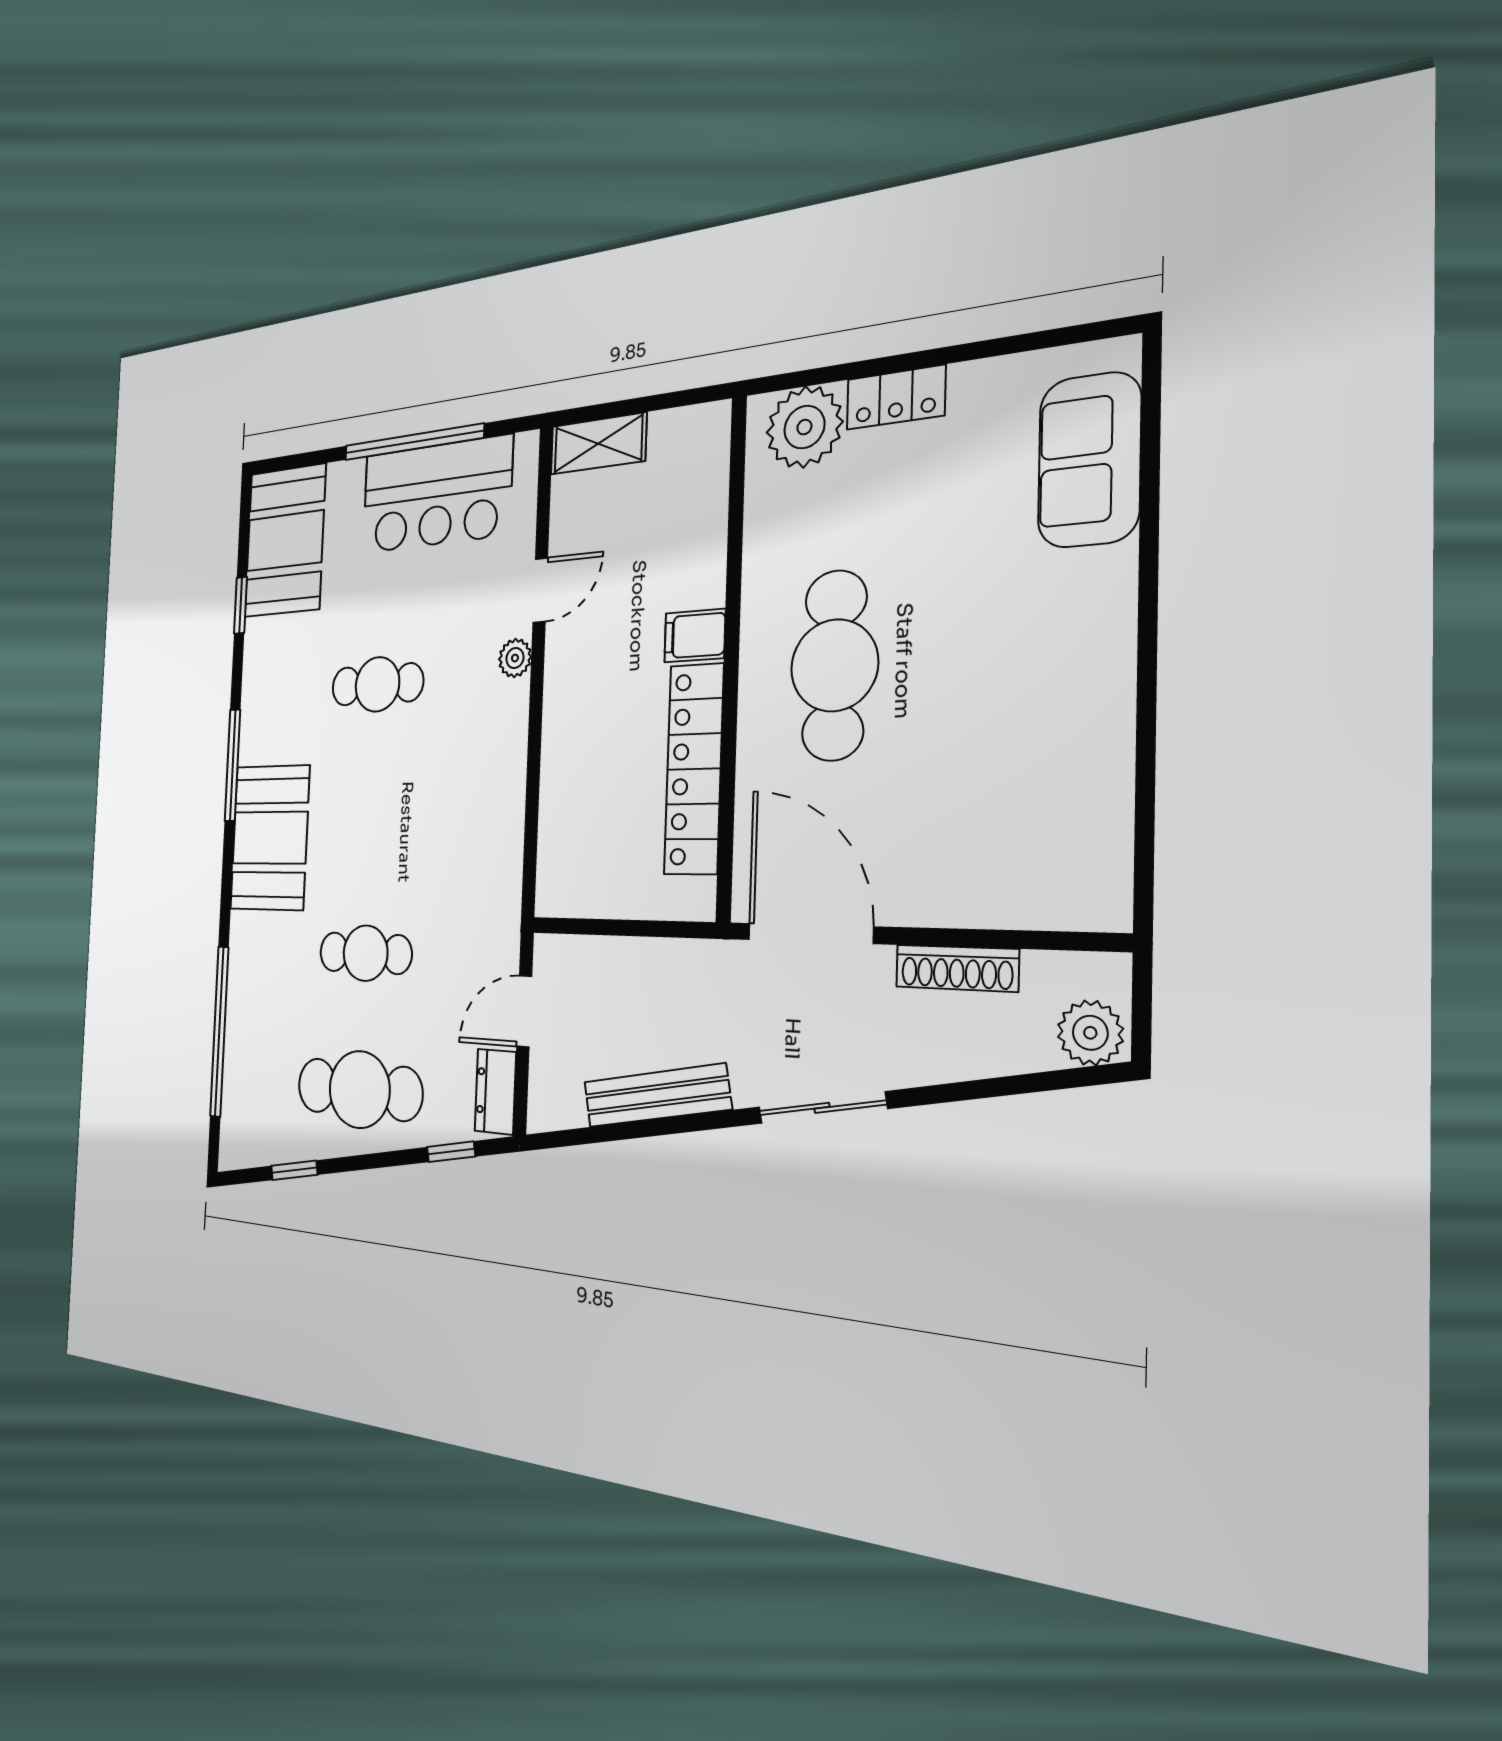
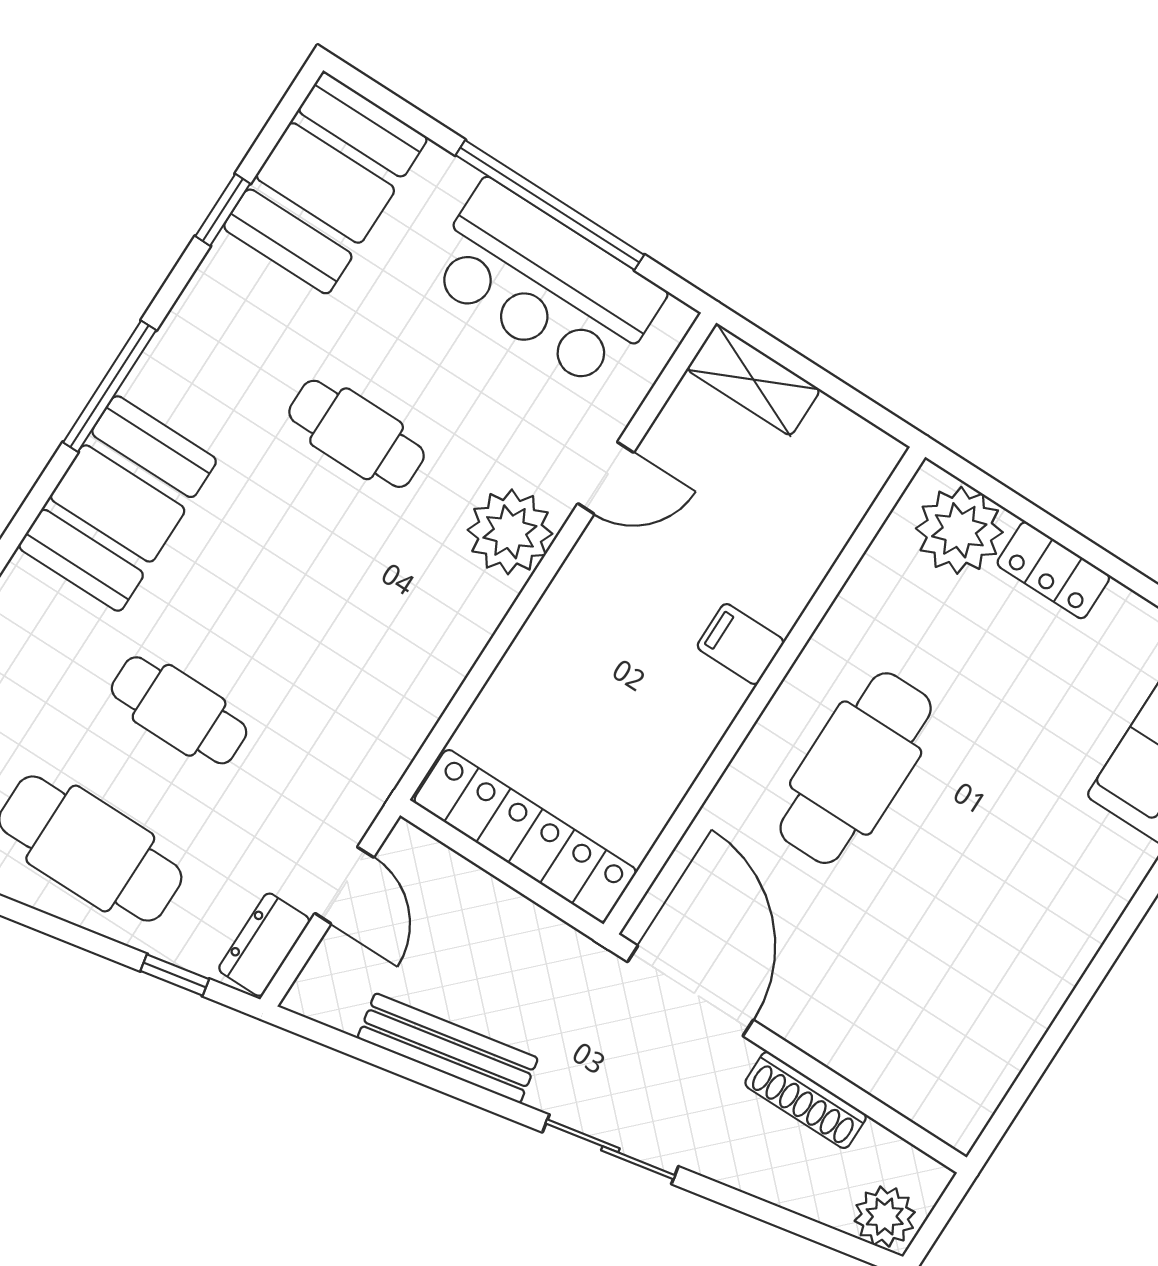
plant: (515, 658) -> (510, 532), width x1.88, depth x1.88
locker: (694, 769) -> (525, 836), moved, turned 90
door: (524, 1011) -> (344, 885), swing flipped

